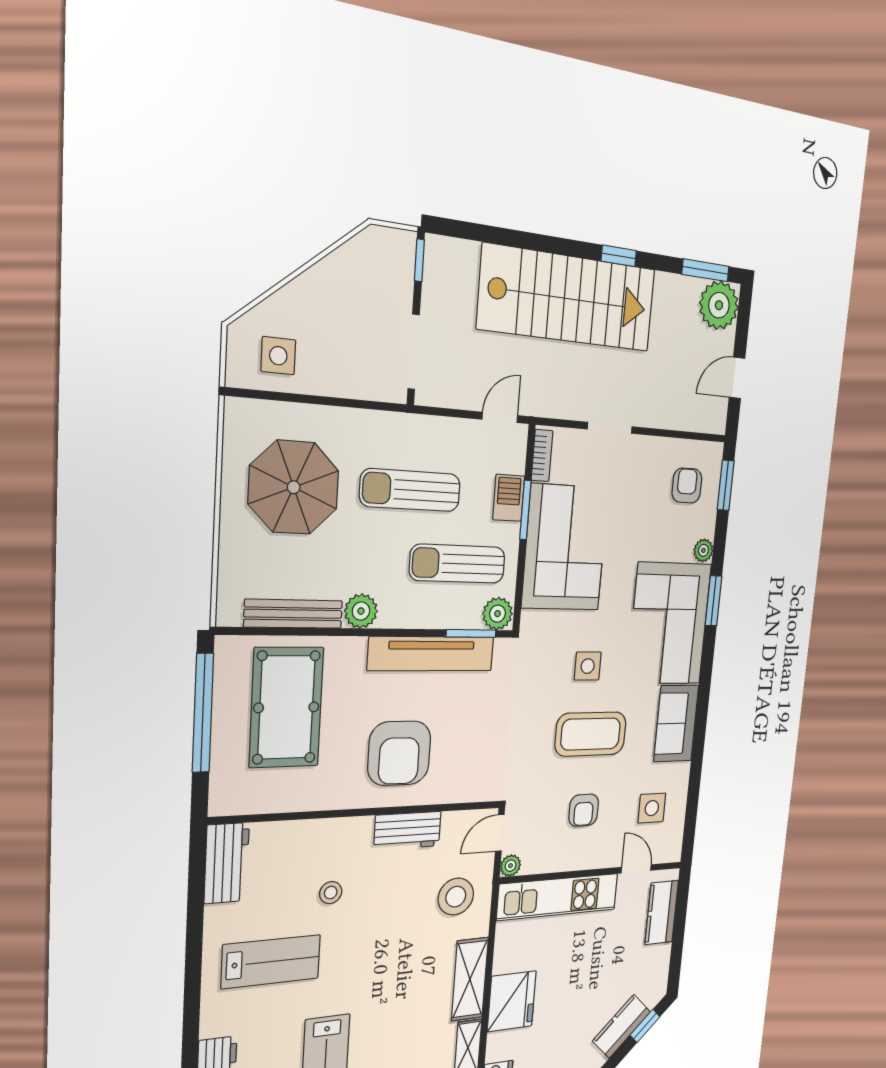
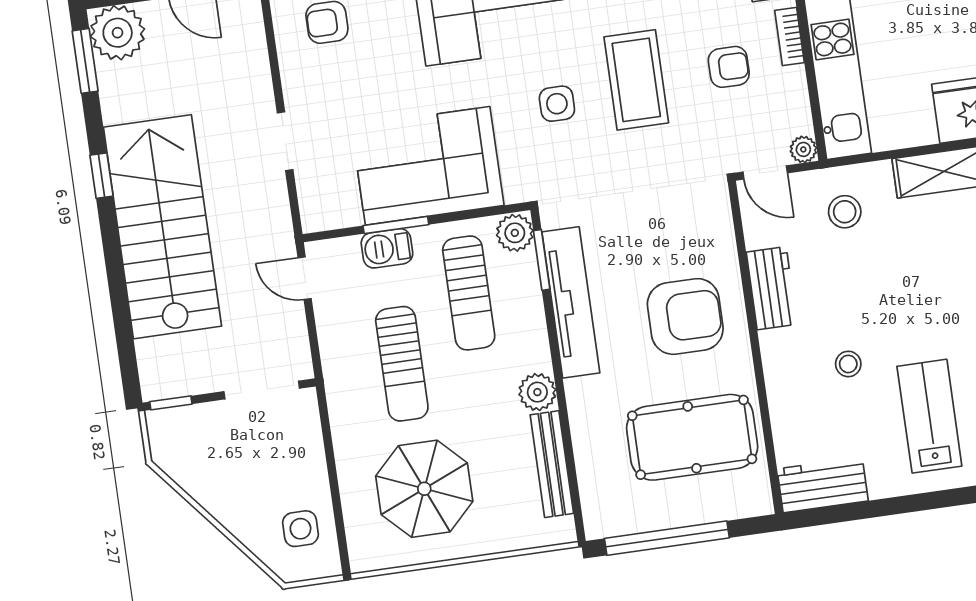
bookcase: (542, 455) -> (789, 37), moved, turned -90
pool table: (286, 707) -> (692, 437), moved
stool: (456, 897) -> (845, 212), width x0.73, depth x0.73

